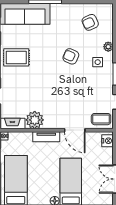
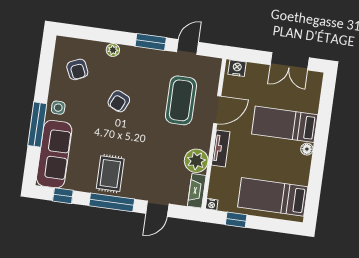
side table: (98, 62) -> (58, 108), moved
coffee table: (101, 119) -> (181, 100), moved, width x1.86, depth x1.72

